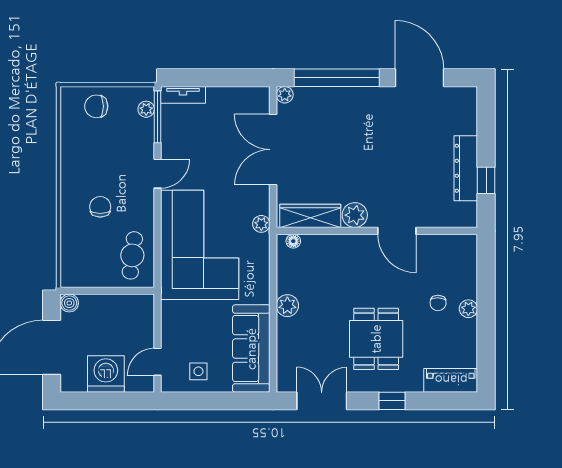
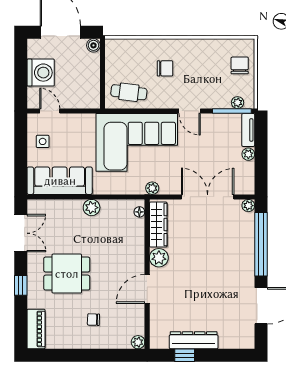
plant: (215, 95) -> (248, 154), added
plant: (468, 309) -> (138, 342), moved

